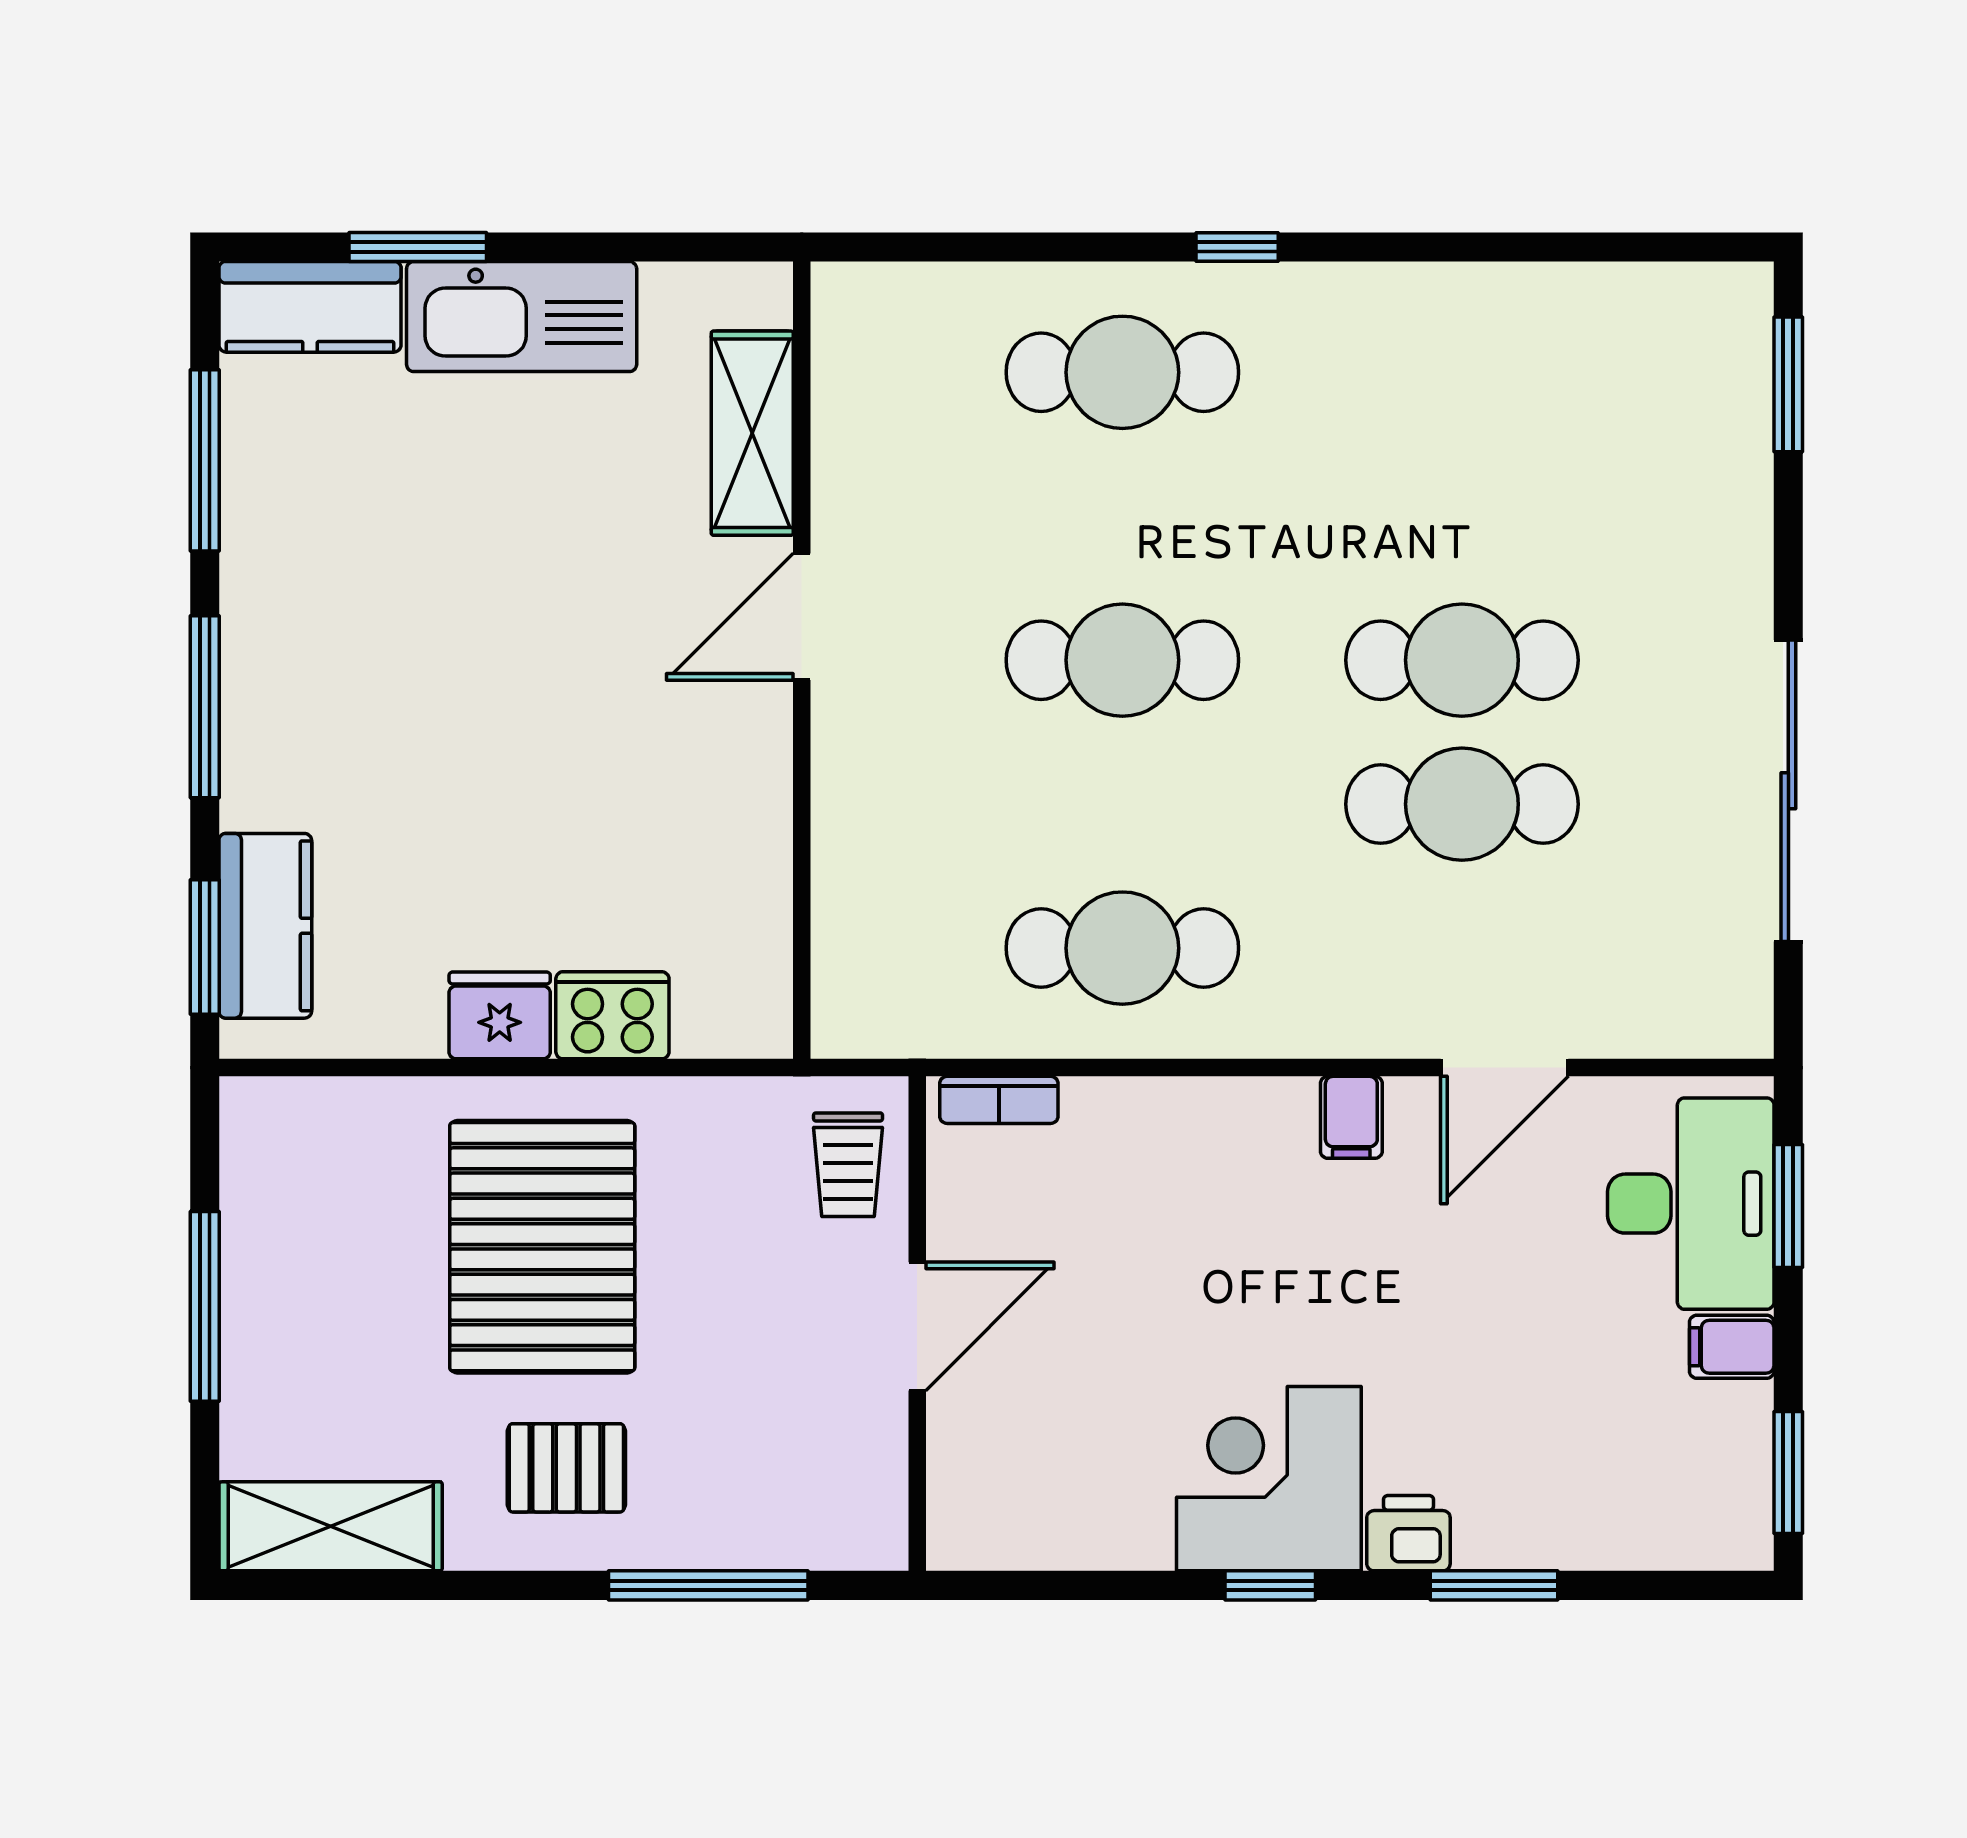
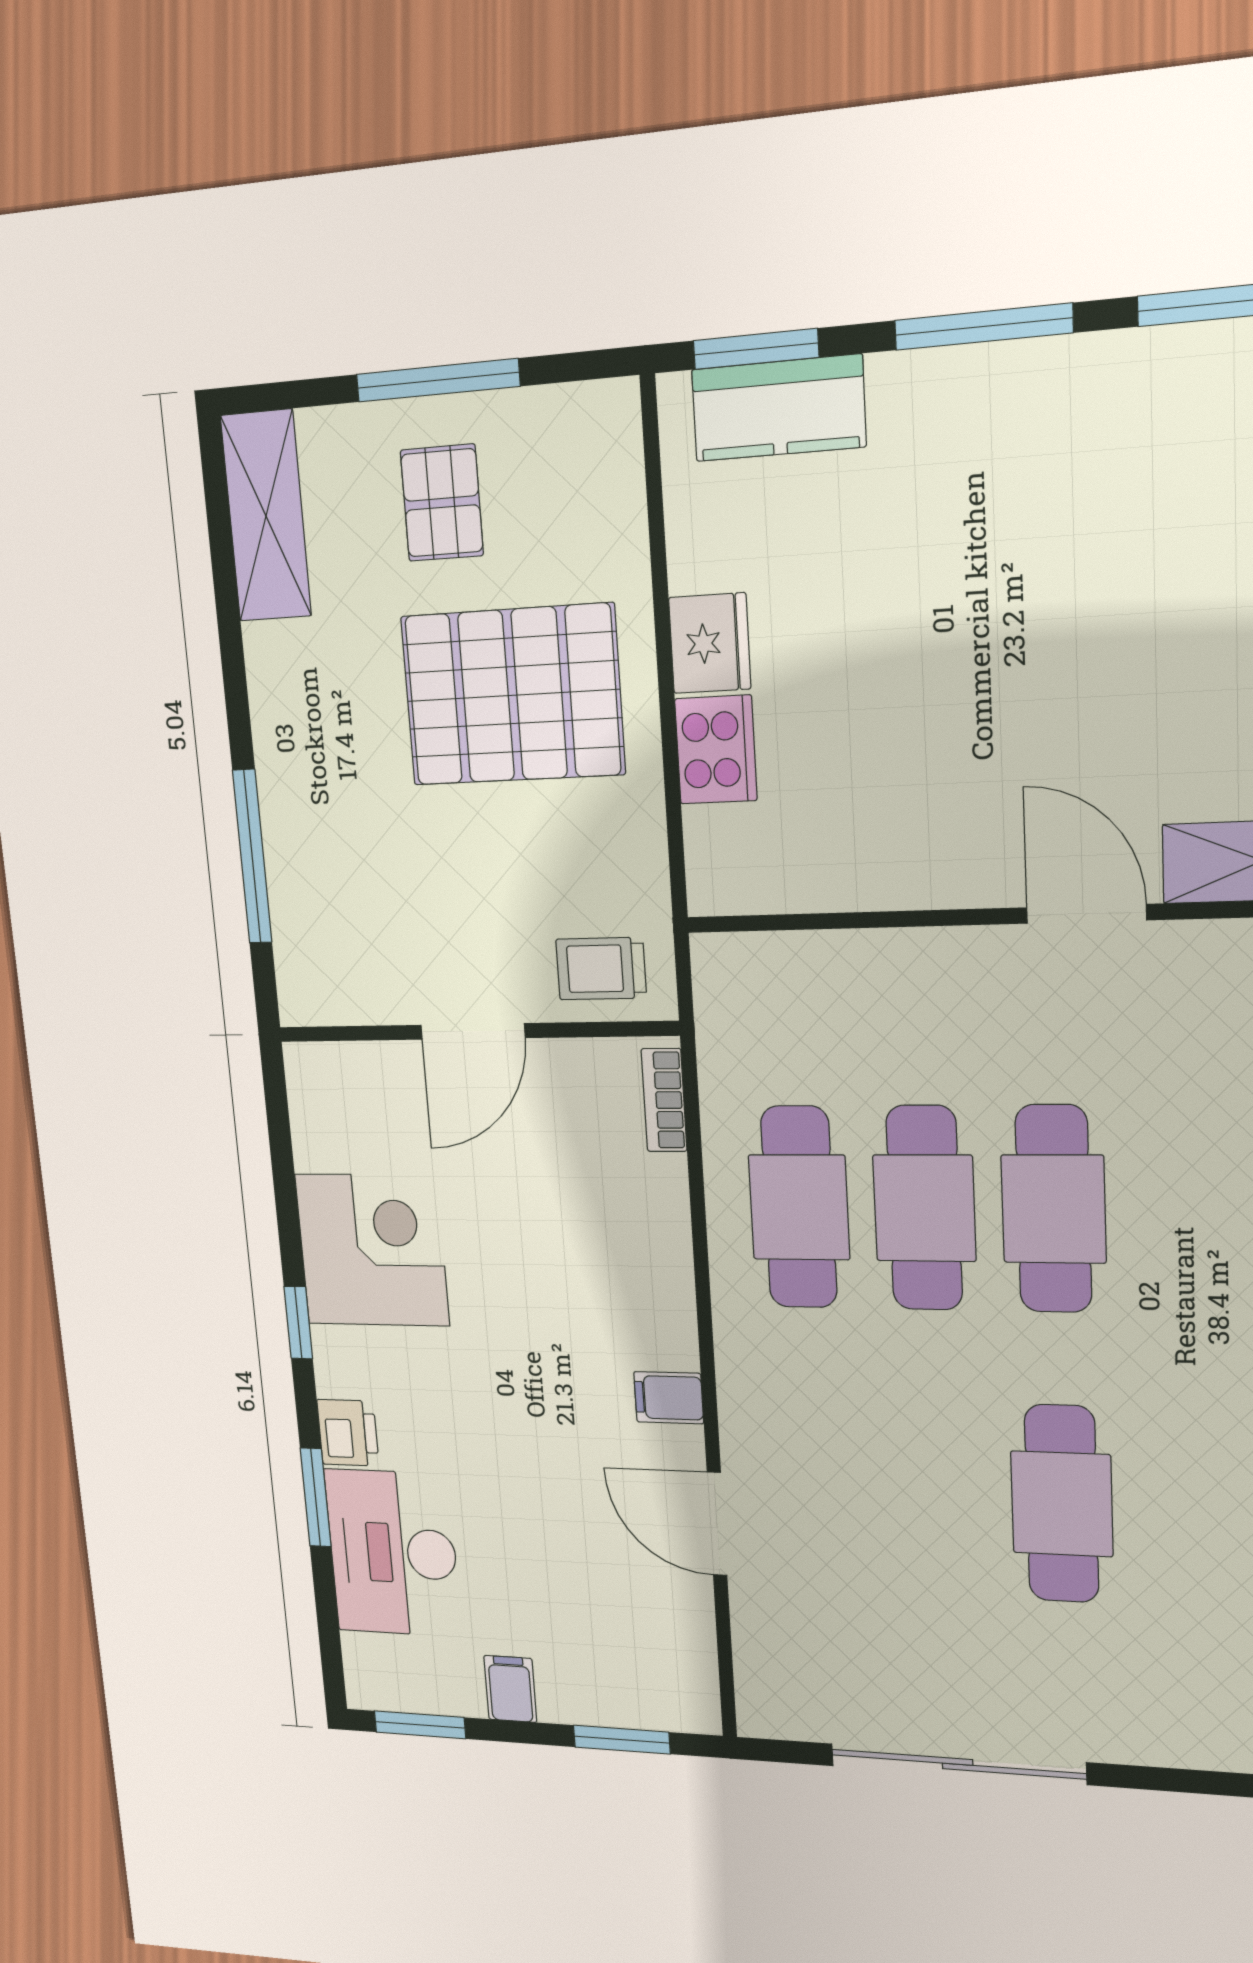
cafe table: (1462, 804) -> (924, 1208), moved
desk: (1691, 1204) -> (393, 1553), moved, turned 90
door: (917, 1326) -> (473, 1031), hinge flipped
pallet: (566, 1468) -> (442, 503), moved
corner desk: (1269, 1479) -> (372, 1250), moved

